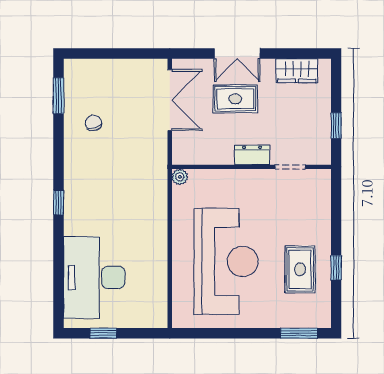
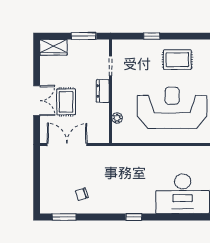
wardrobe: (297, 71) -> (54, 47), moved, turned 90
window: (336, 126) -> (84, 36), width x1.50
plant: (180, 177) -> (117, 118), moved
window: (336, 268) -> (152, 36), moved

